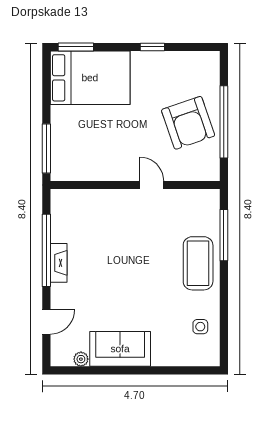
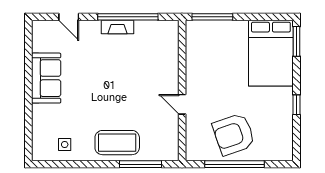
door: (152, 185) -> (182, 104), swing flipped
plant: (81, 359) -> (38, 46), removed

